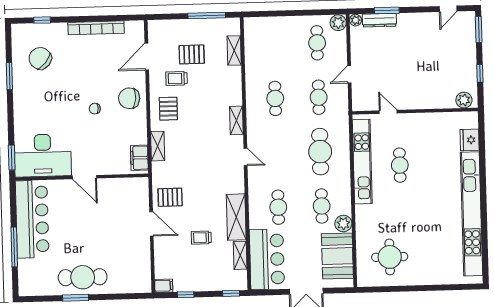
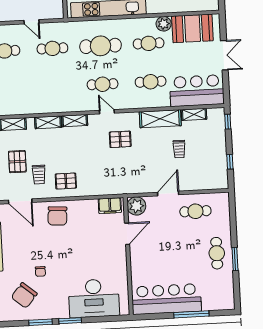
cafe table: (275, 98) -> (103, 84), moved
chair: (95, 109) -> (40, 271), moved
shelving: (158, 146) -> (48, 122), moved
desk: (43, 155) -> (94, 298), moved, turned 90
door: (246, 157) -> (107, 112), hinge flipped
window: (12, 158) -> (70, 321), moved
door: (84, 177) -> (127, 234), moved
plant: (138, 188) -> (136, 206), added
pallet: (170, 197) -> (120, 139), moved, turned 90
cafe table: (131, 254) -> (195, 211), added
cafe table: (83, 277) -> (217, 253), width x0.73, depth x0.74
filing cabinet: (164, 286) -> (222, 181), removed

